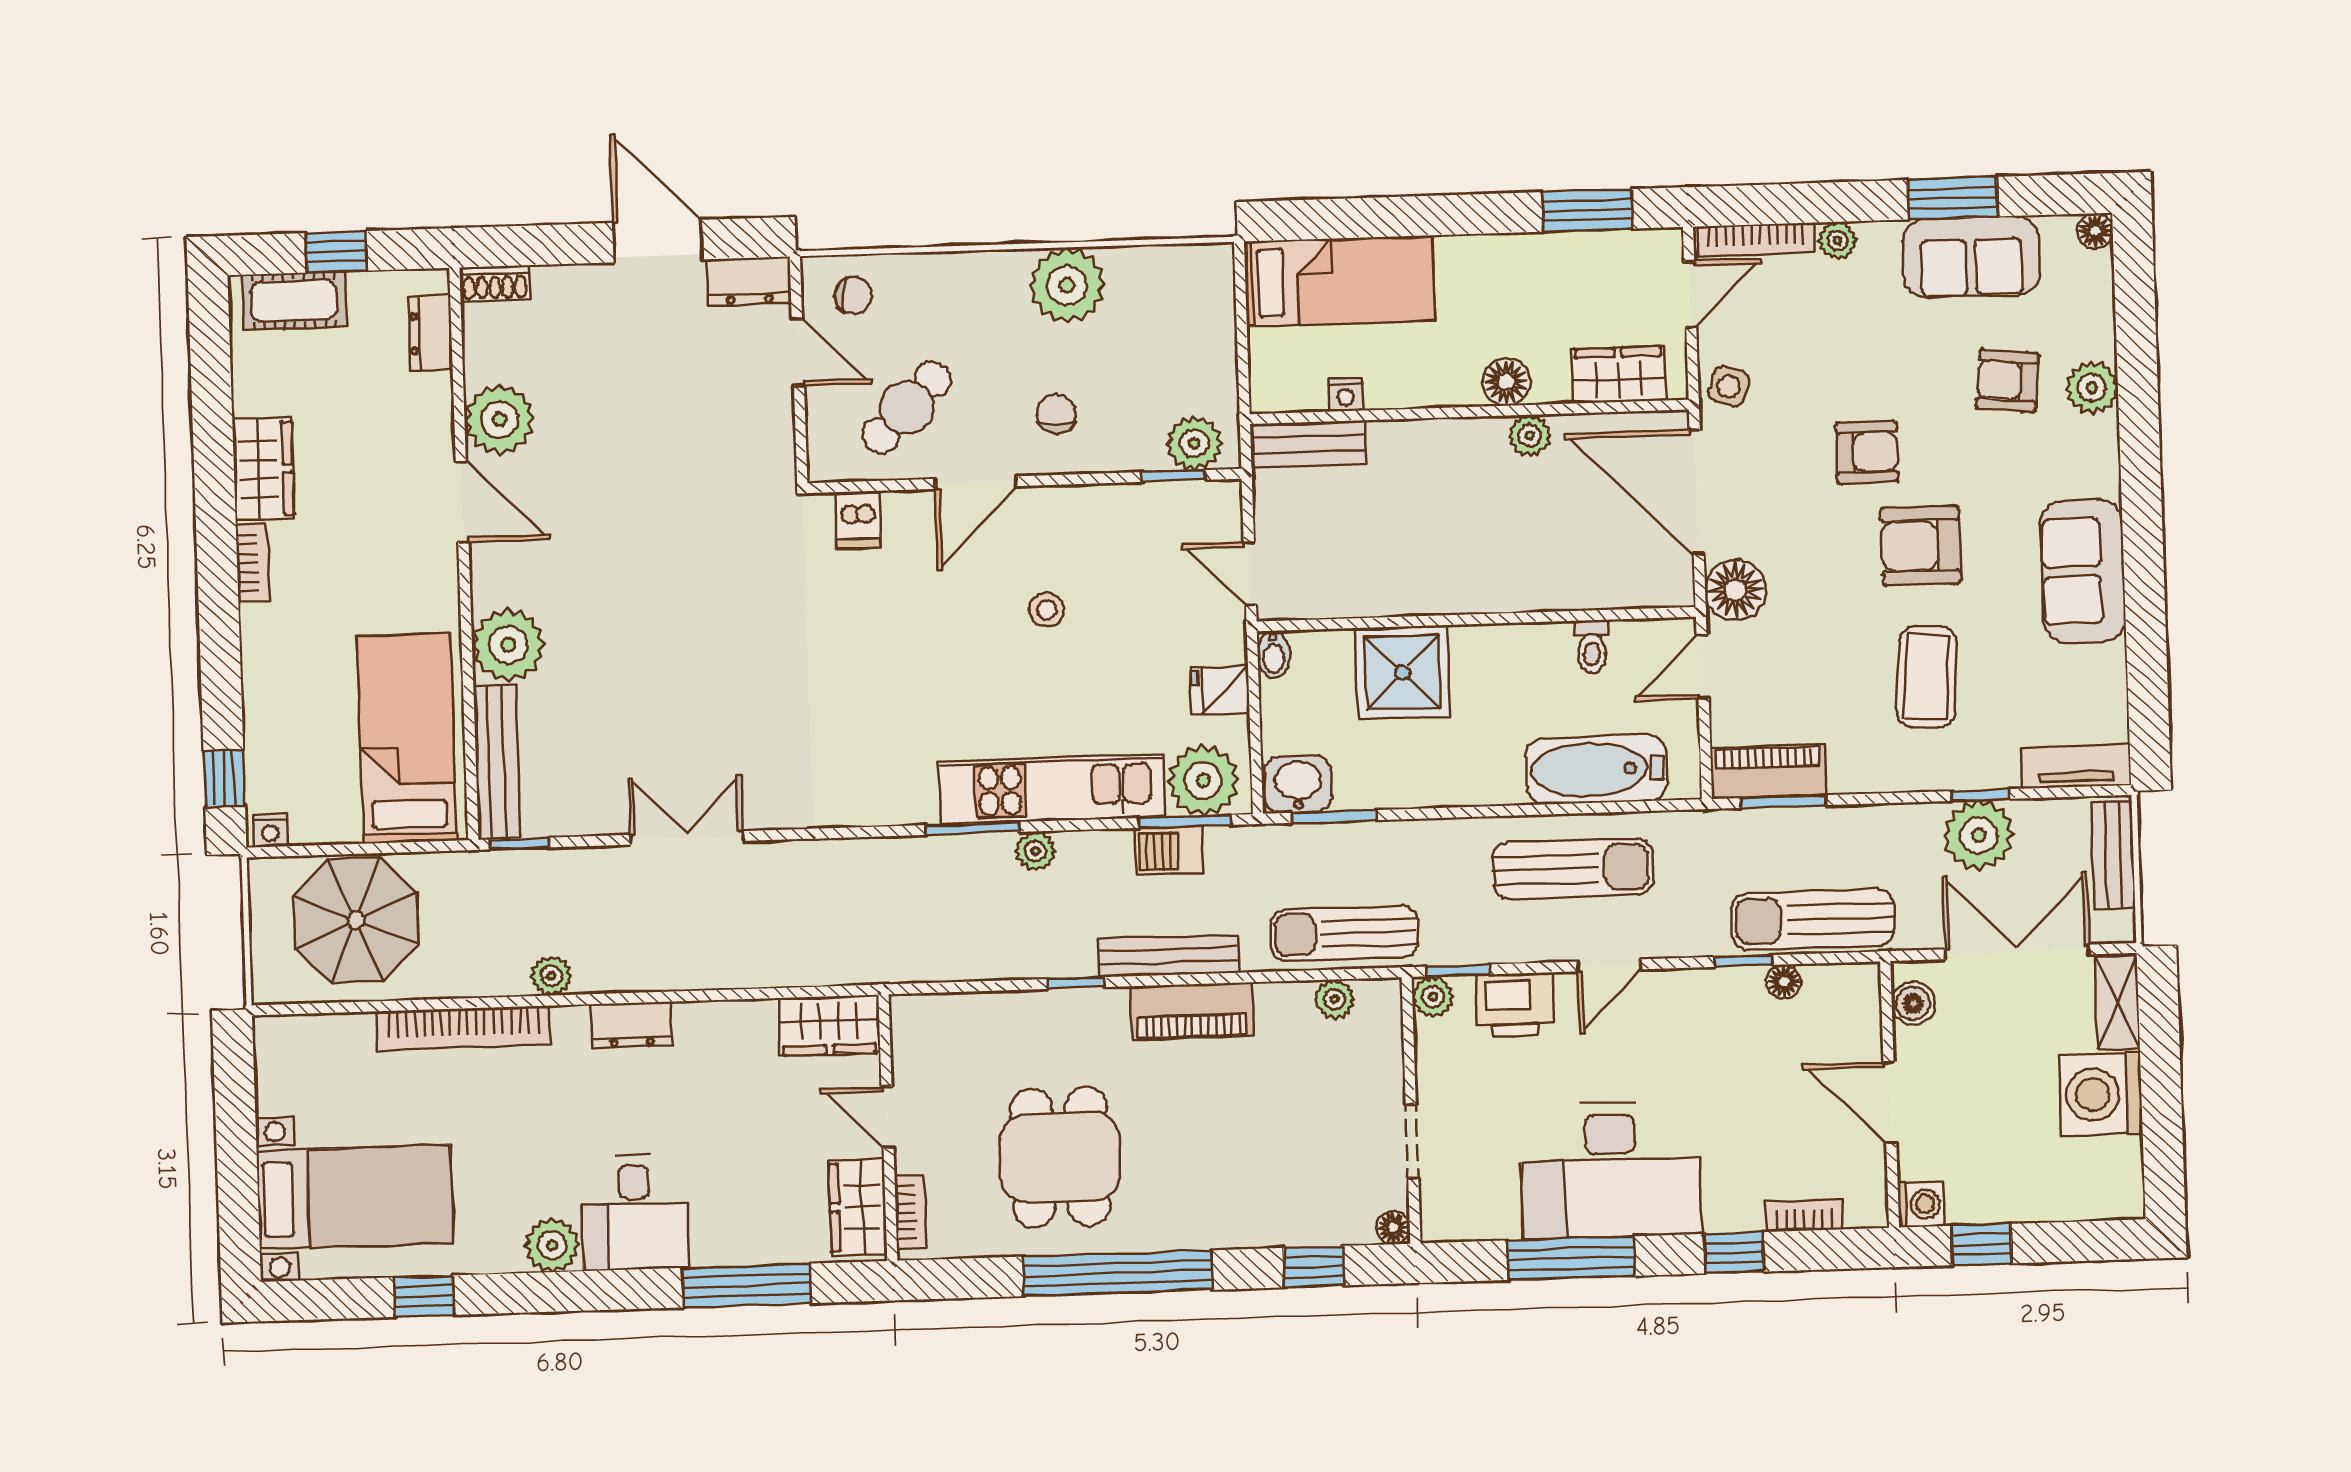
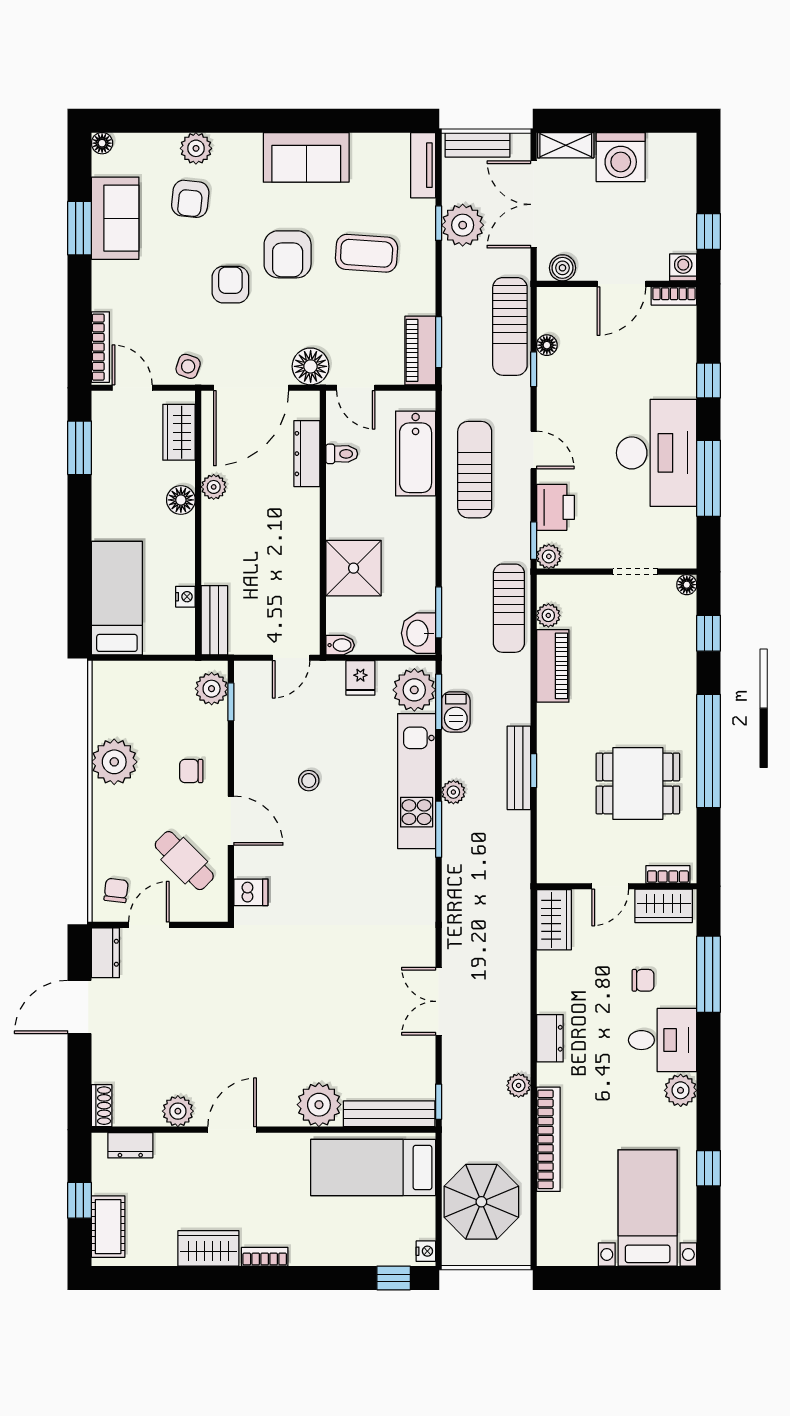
plant: (1837, 240) -> (103, 298), removed
plant: (500, 420) -> (178, 1111), width x0.73, depth x0.73
dresser: (1590, 589) -> (307, 454), added
bench: (1169, 956) -> (519, 768), moved
piano: (1192, 1011) -> (553, 666), moved
chair: (733, 1177) -> (643, 980), added
bookcase: (1805, 1215) -> (674, 296), moved, turned -90

